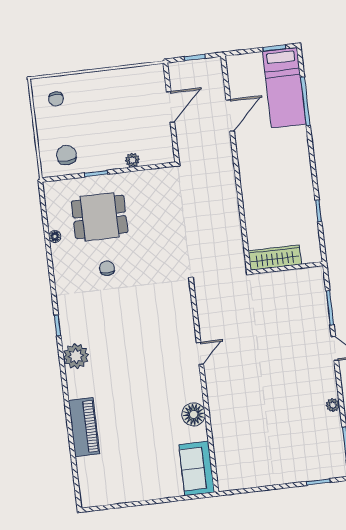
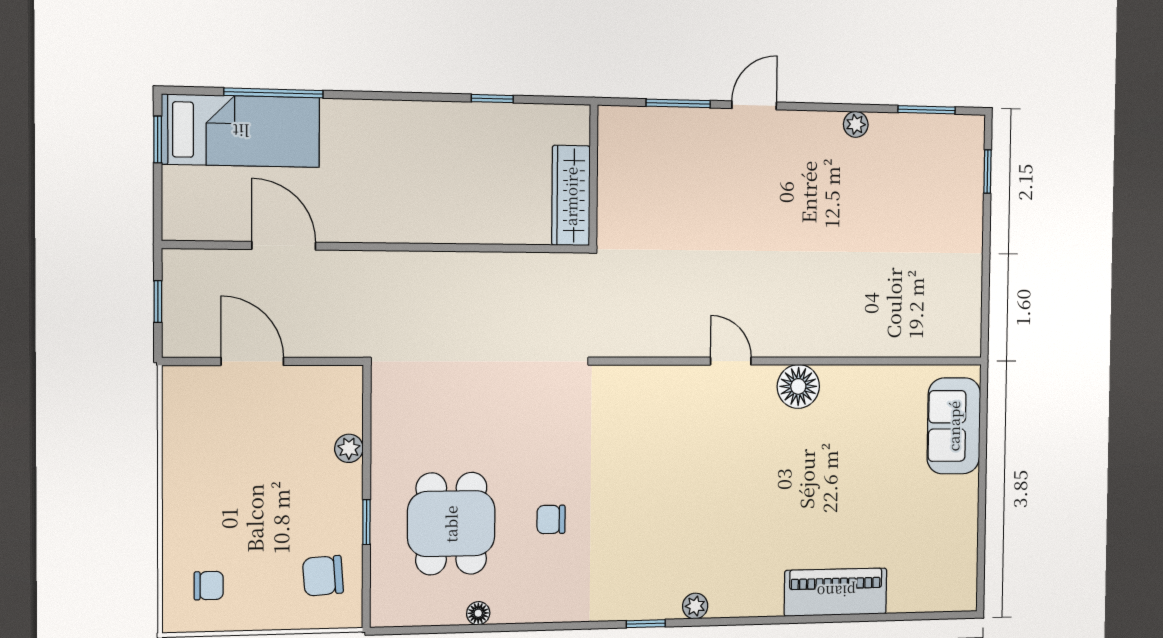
plant: (76, 356) -> (695, 606), width x0.53, depth x0.53
floor lamp: (194, 414) -> (798, 386), moved
sofa: (197, 468) -> (954, 426), moved, turned 90

